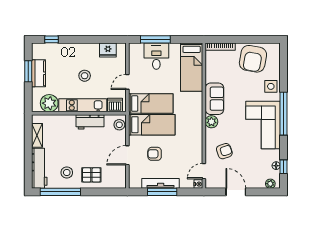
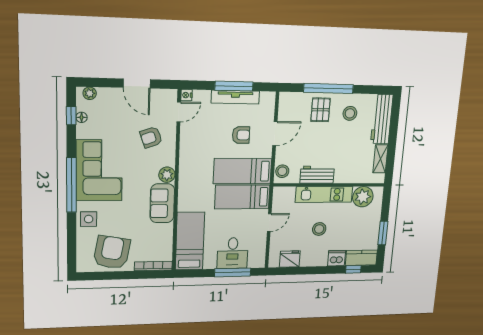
kitchen counter: (39, 73) -> (361, 258), moved, turned 90
dishwasher: (115, 105) -> (337, 258), moved, turned 180
pallet: (91, 175) -> (321, 110), turned 90
window: (60, 192) -> (328, 89), moved

